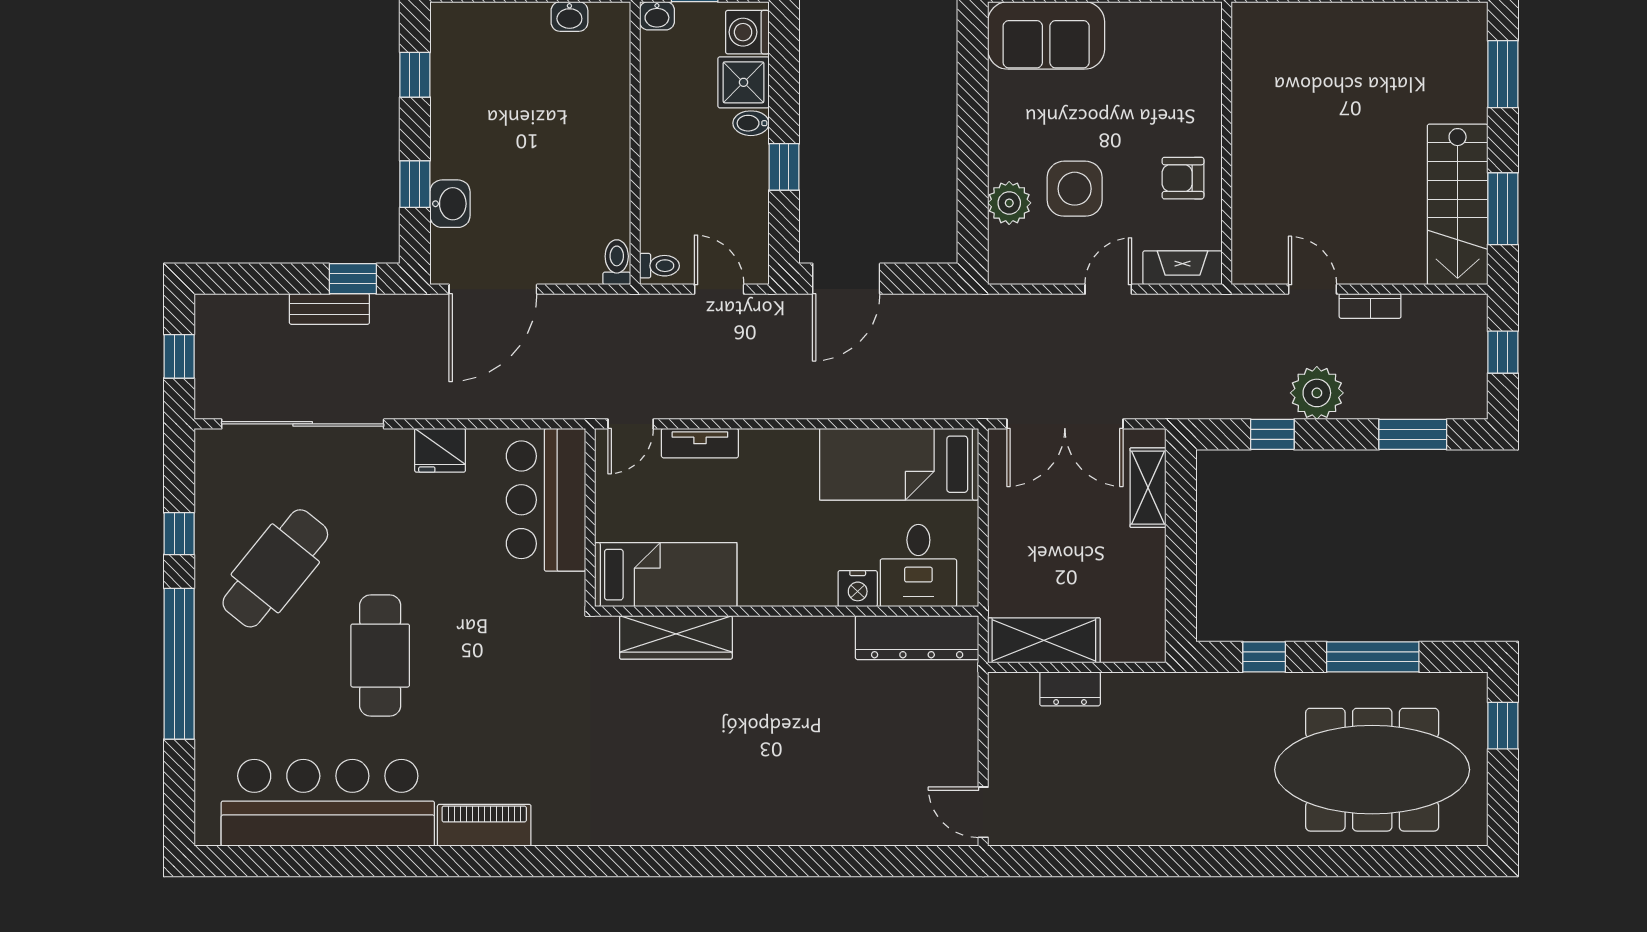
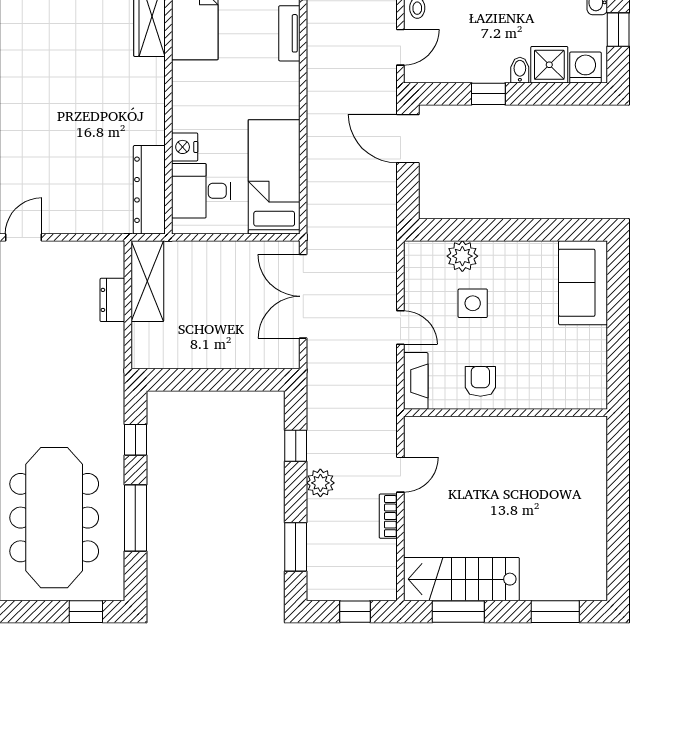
side table: (1075, 189) -> (473, 303), width x0.73, depth x0.73
plant: (1317, 393) -> (320, 483), width x0.73, depth x0.73
shelving: (1148, 488) -> (257, 356), removed

